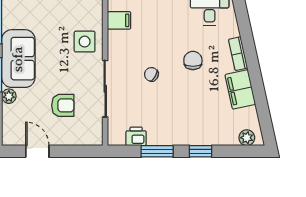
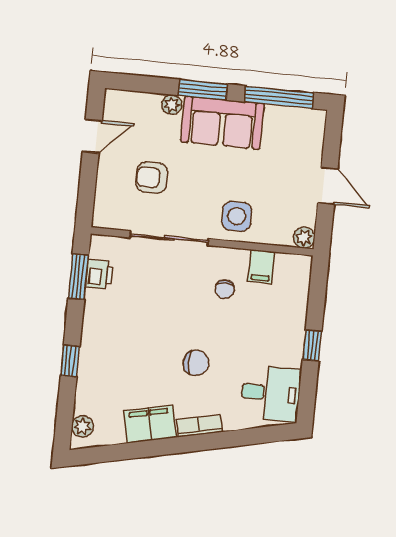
chair: (151, 74) -> (225, 289), moved, turned 150
armchair: (63, 105) -> (152, 178), turned 90
window: (157, 151) -> (78, 277), moved

